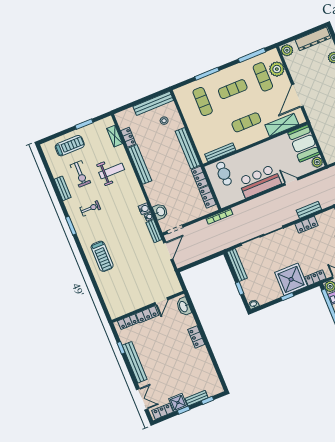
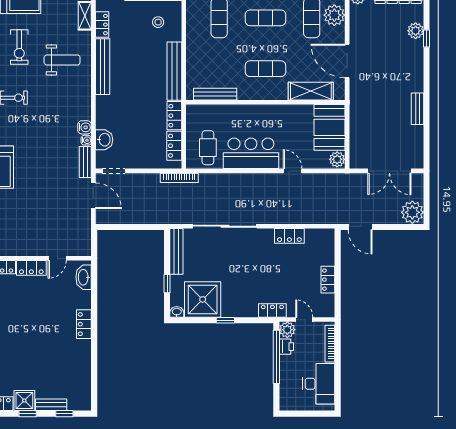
door: (297, 95) -> (347, 61), hinge flipped
cafe table: (224, 174) -> (208, 148), moved
bench: (309, 210) -> (301, 218), removed
door: (168, 251) -> (93, 196), hinge flipped
shower: (291, 279) -> (203, 299), moved

